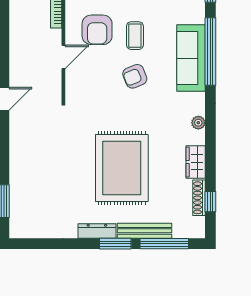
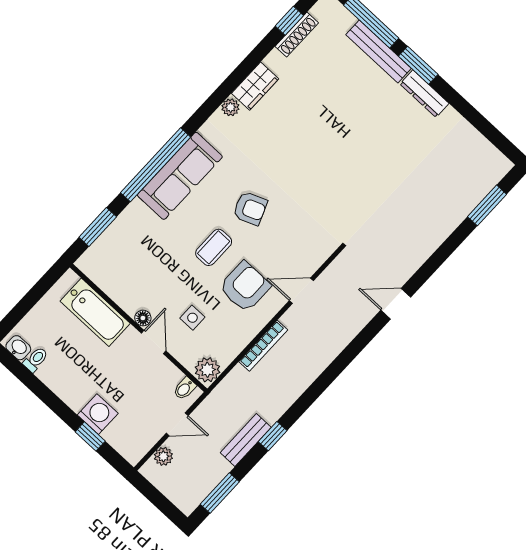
wardrobe: (196, 162) -> (255, 86), moved
rug: (122, 168) -> (344, 132), removed

